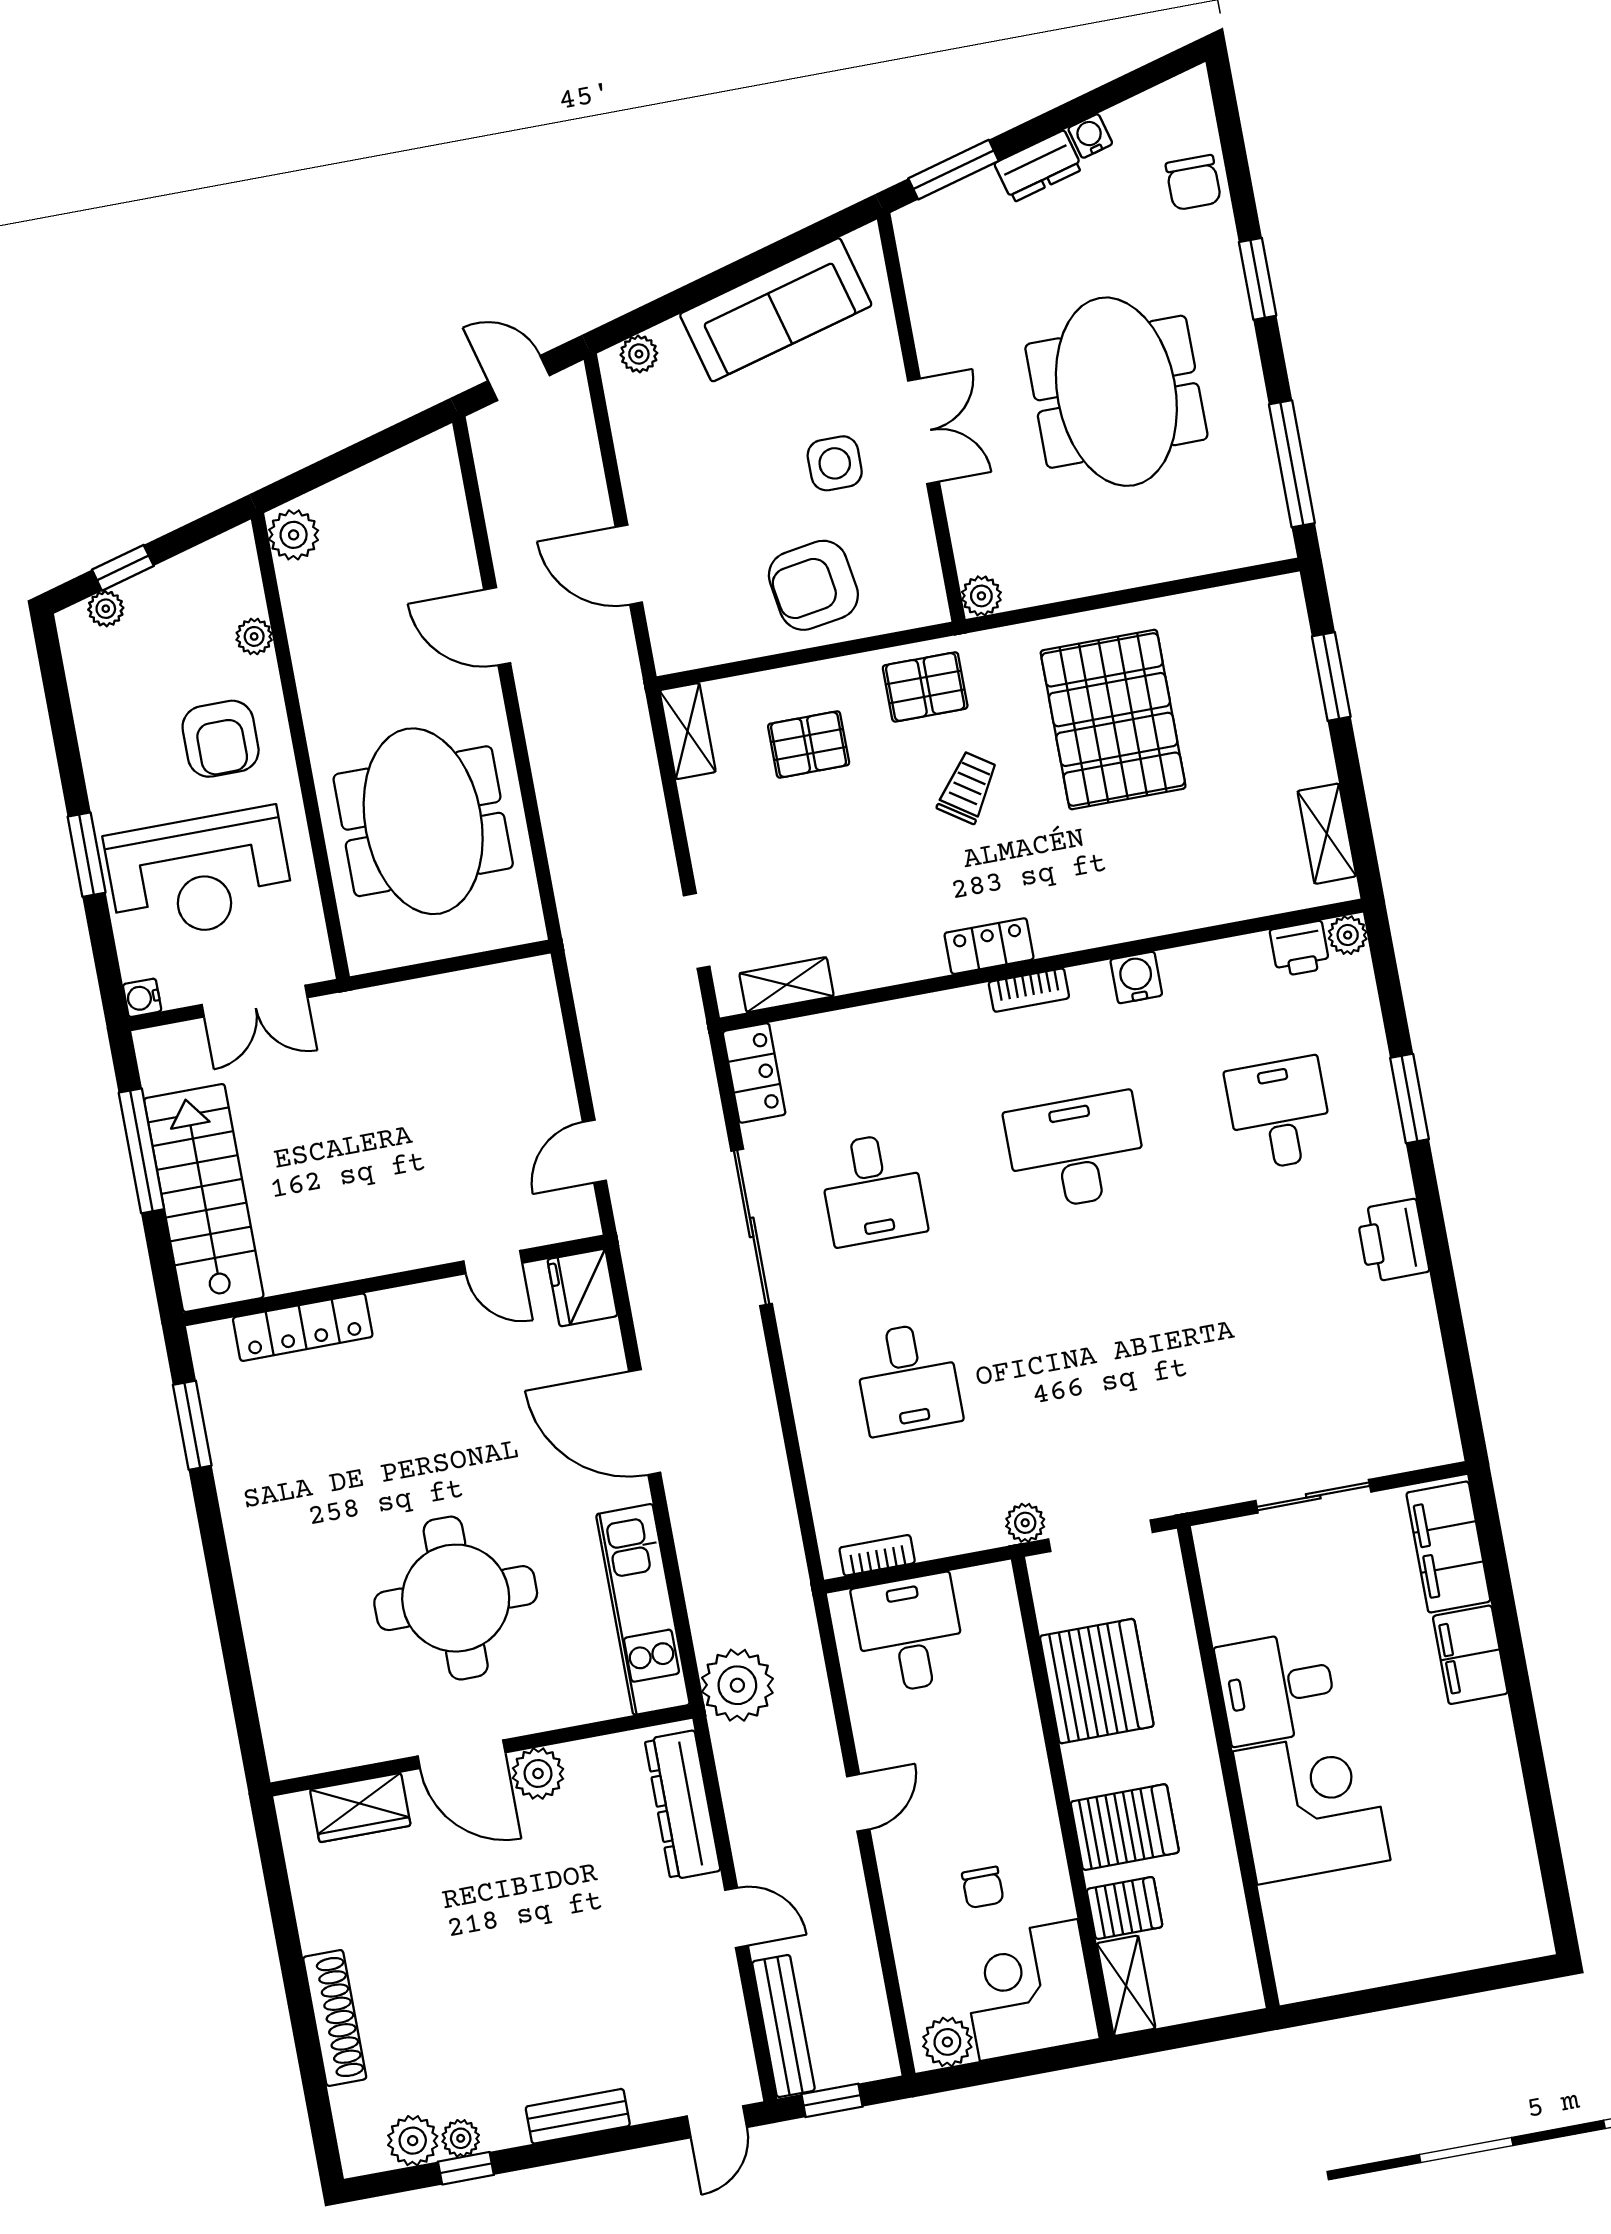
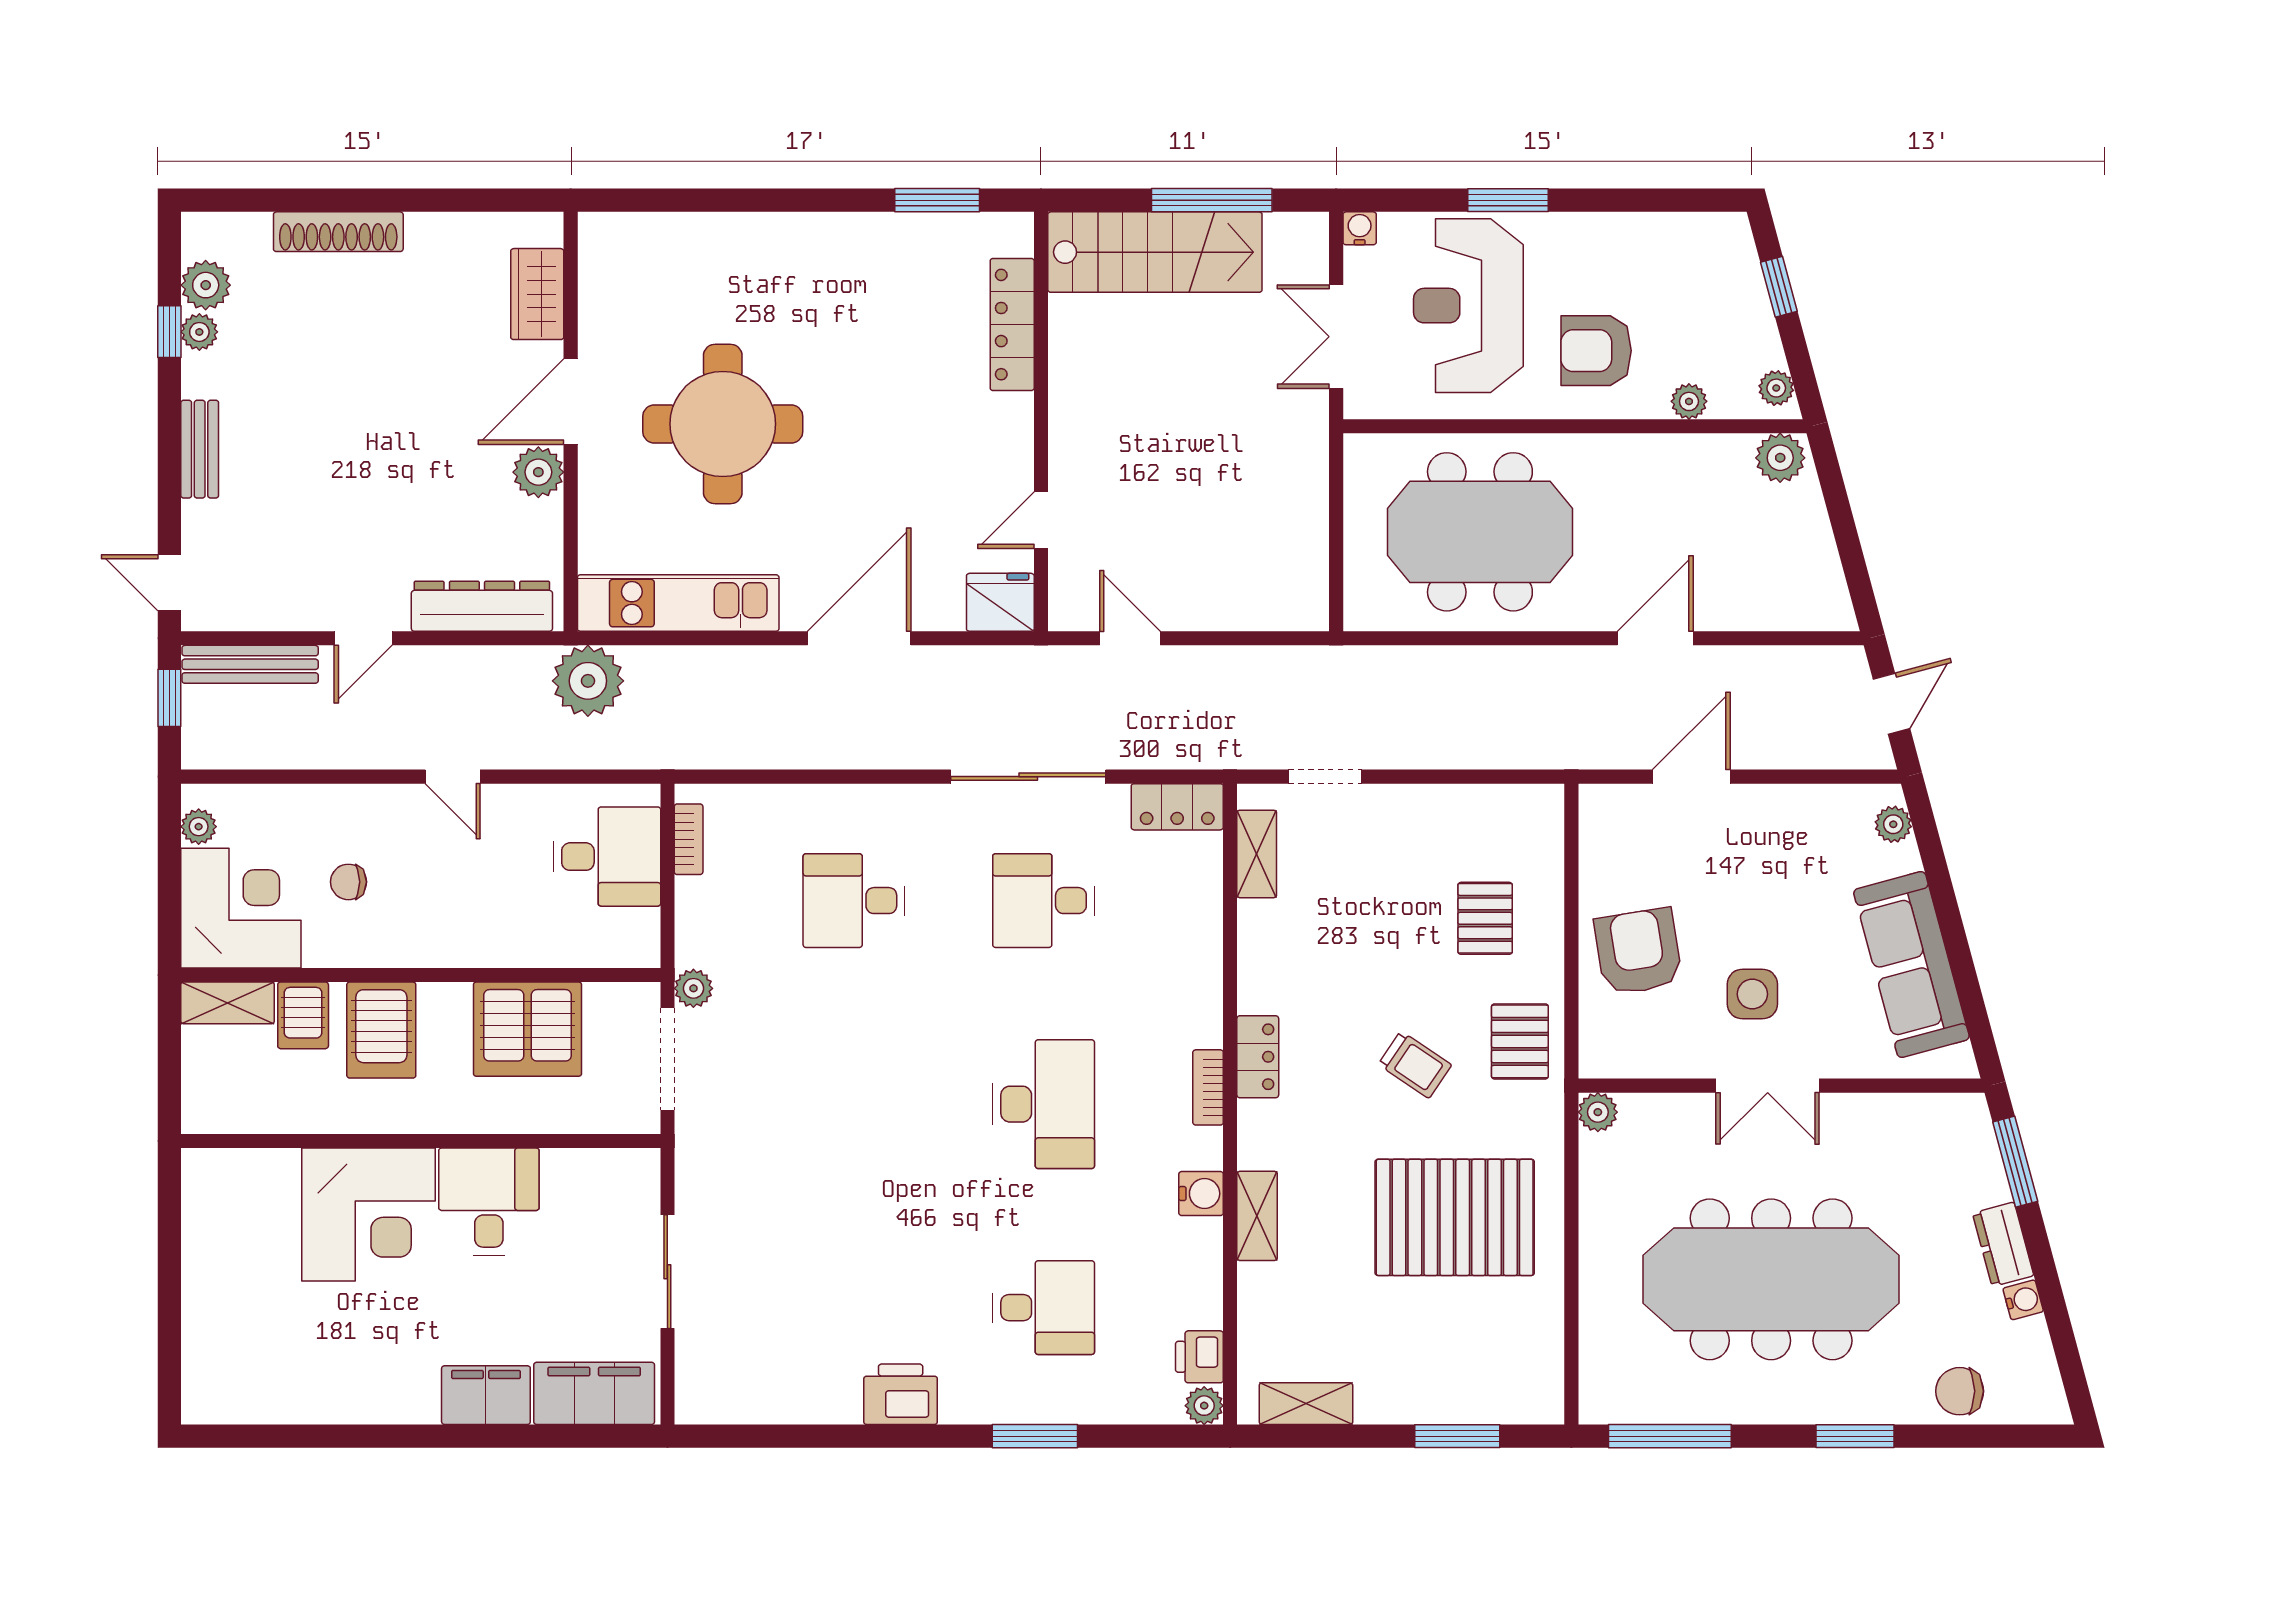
meeting table: (1116, 392) -> (1771, 1279), width x1.36
plant: (106, 609) -> (1776, 388), moved
shelving: (688, 731) -> (1257, 1216), moved, turned 90
plant: (947, 2042) -> (199, 827), width x0.73, depth x0.73

